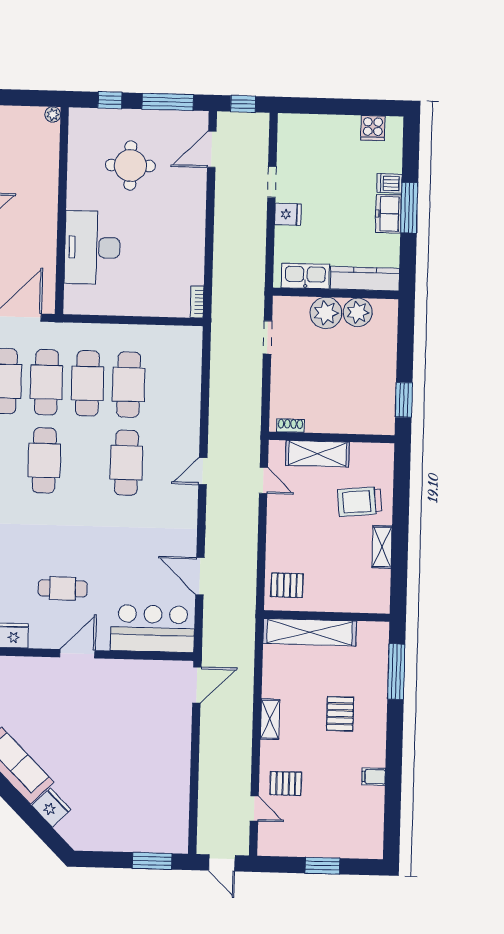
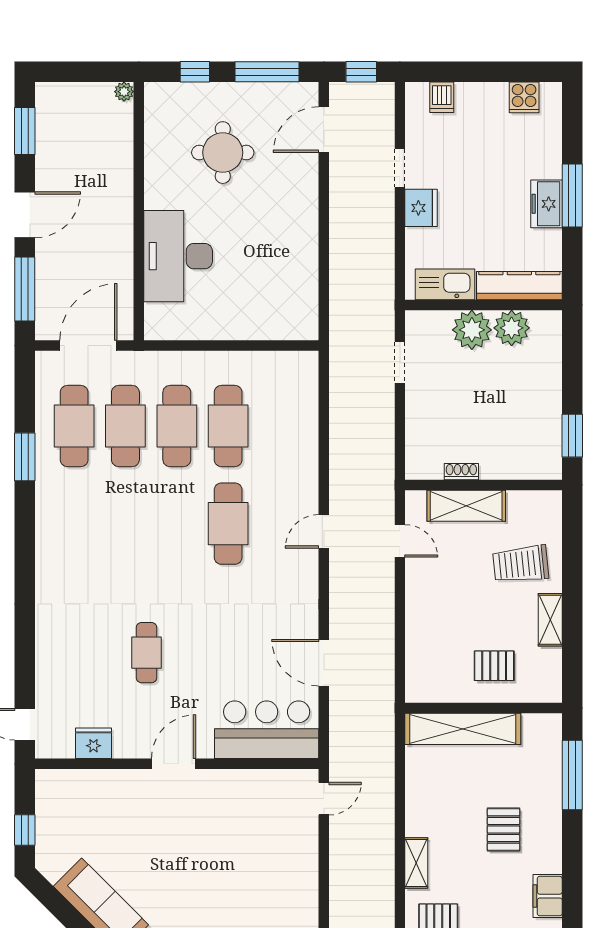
dishwasher: (389, 183) -> (442, 97), moved, turned -90
fridge: (288, 214) -> (421, 208), width x1.38
bookcase: (197, 302) -> (311, 321), removed
shoe rack: (290, 426) -> (461, 472), moved
cafe table: (44, 460) -> (125, 524), removed
pallet: (287, 585) -> (494, 666), moved
cafe table: (63, 588) -> (146, 653), moved, turned 90
door: (197, 685) -> (324, 799), width x0.73
shelving: (270, 719) -> (416, 863), moved
filing cabinet: (374, 777) -> (548, 896), width x2.00

